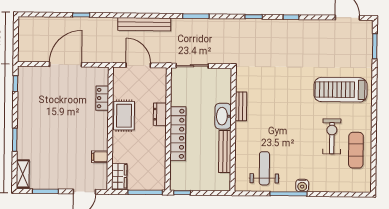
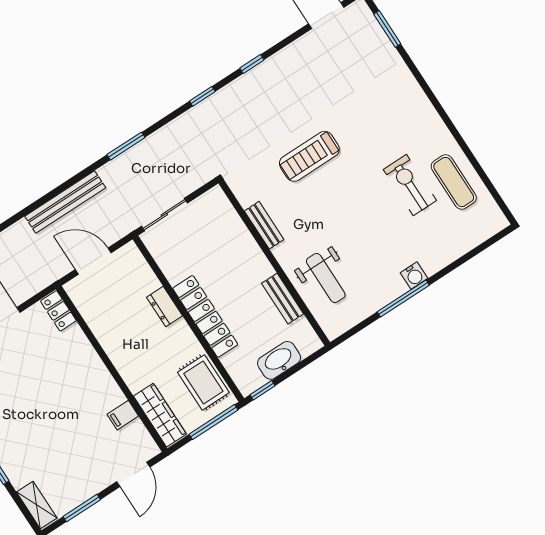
treadmill: (341, 90) -> (309, 156), moved, width x0.73, depth x0.73
locker: (102, 98) -> (58, 311), moved
rug: (124, 116) -> (203, 382), moved
washbasin: (223, 116) -> (279, 360), moved, turned 90
bench: (225, 152) -> (283, 299), width x0.73
weight bench: (264, 168) -> (326, 278), moved, turned 180
wardrobe: (119, 176) -> (160, 415), width x1.50

